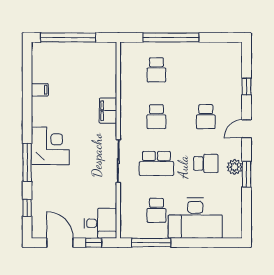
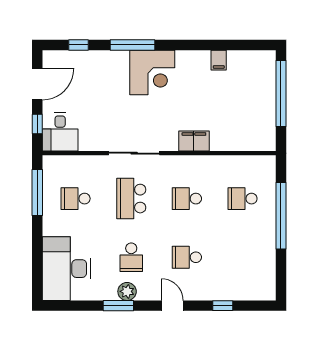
desk: (195, 218) -> (66, 269), moved

